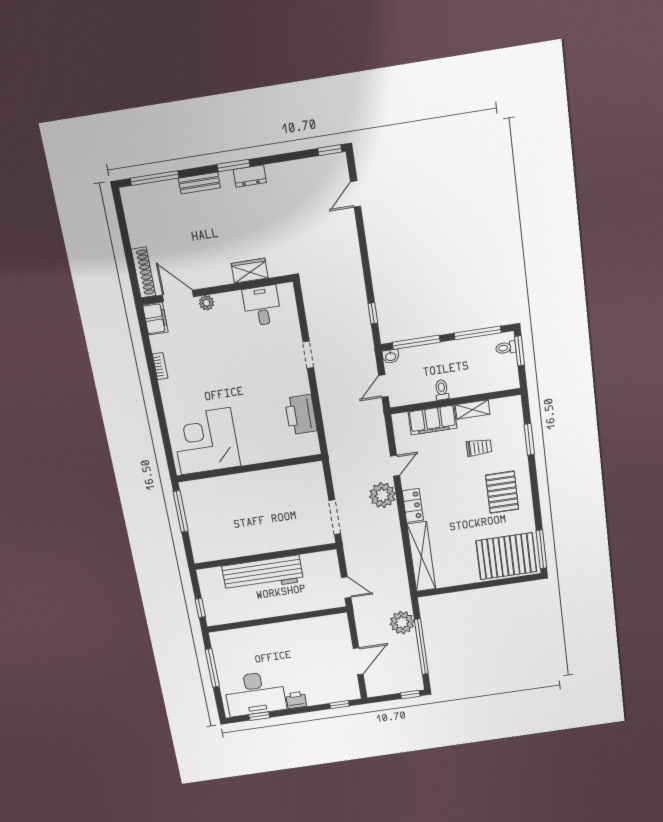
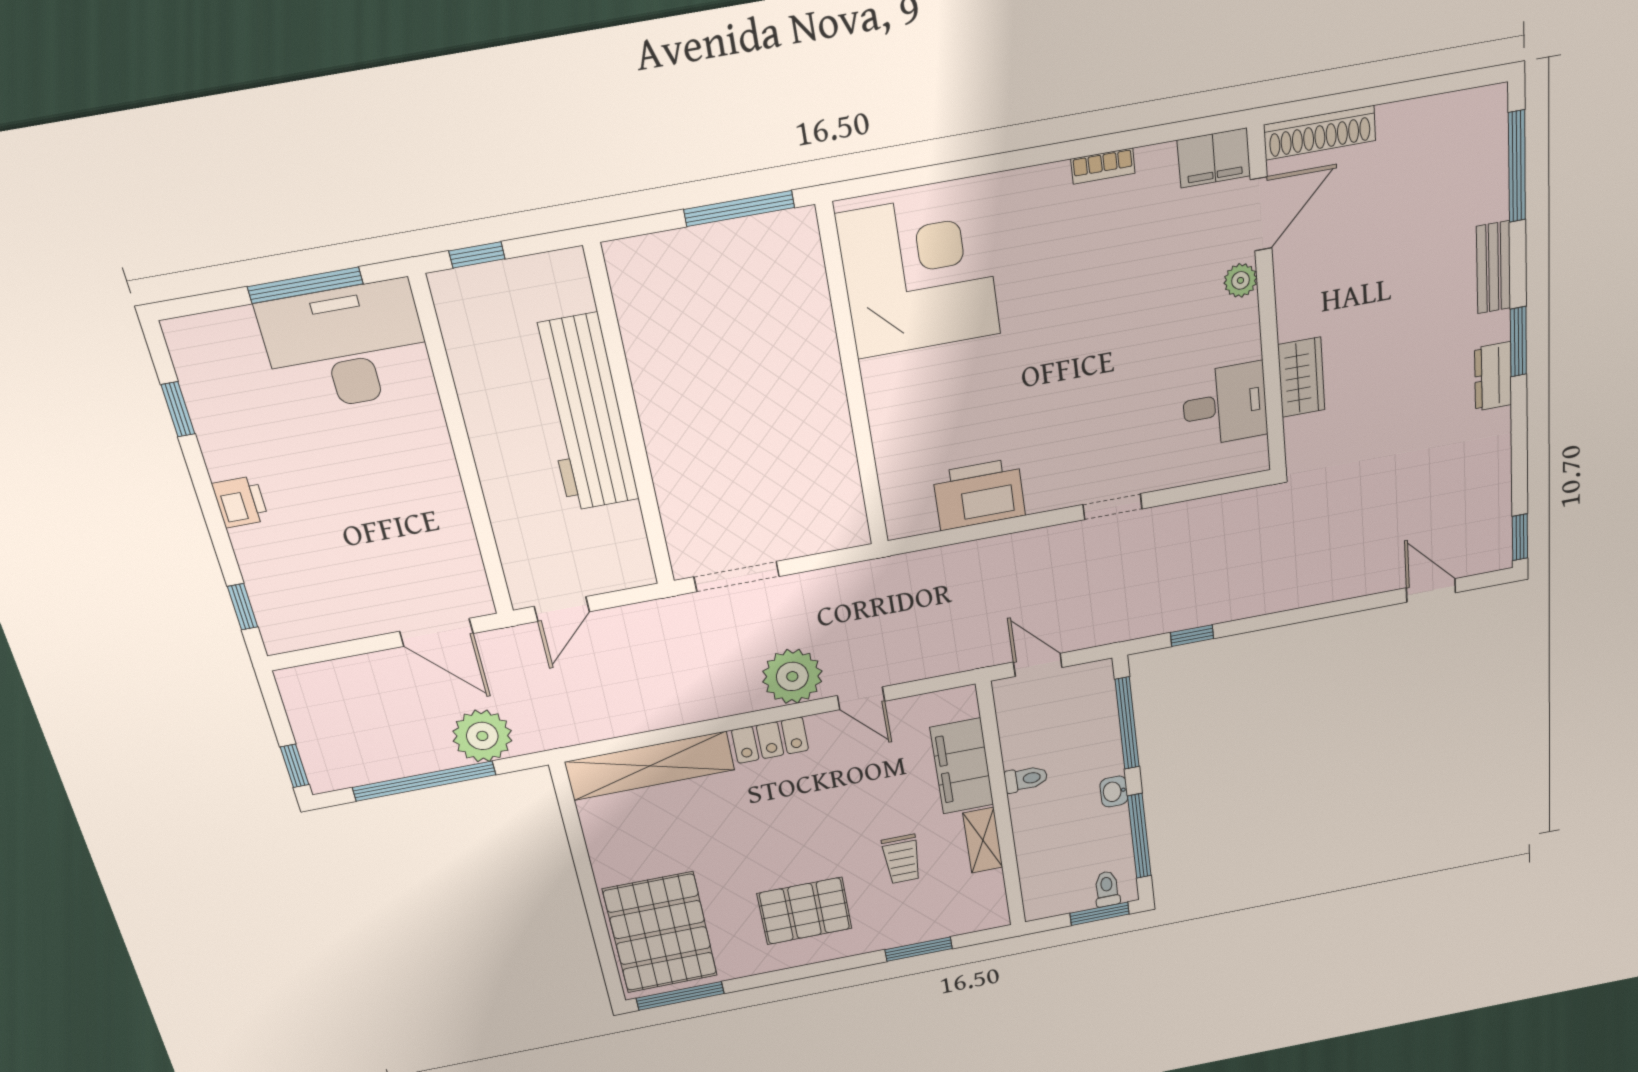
washbasin: (391, 356) -> (1114, 791), moved
door: (358, 661) -> (436, 632), moved
desk: (255, 694) -> (346, 347), moved, turned 90

